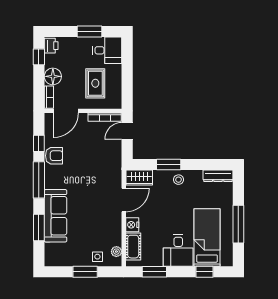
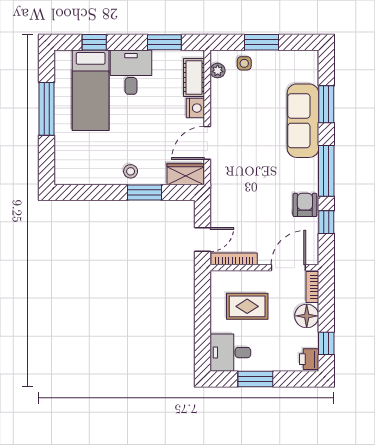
rug: (95, 83) -> (247, 306), turned 90
armchair: (54, 156) -> (305, 205), turned 90
dresser: (218, 176) -> (75, 177), removed

